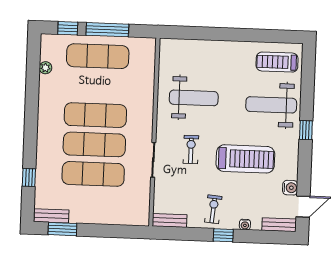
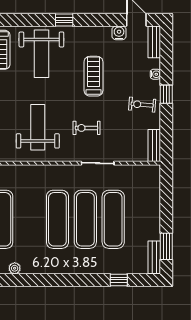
treadmill: (245, 159) -> (93, 76), width x0.73, depth x0.73

